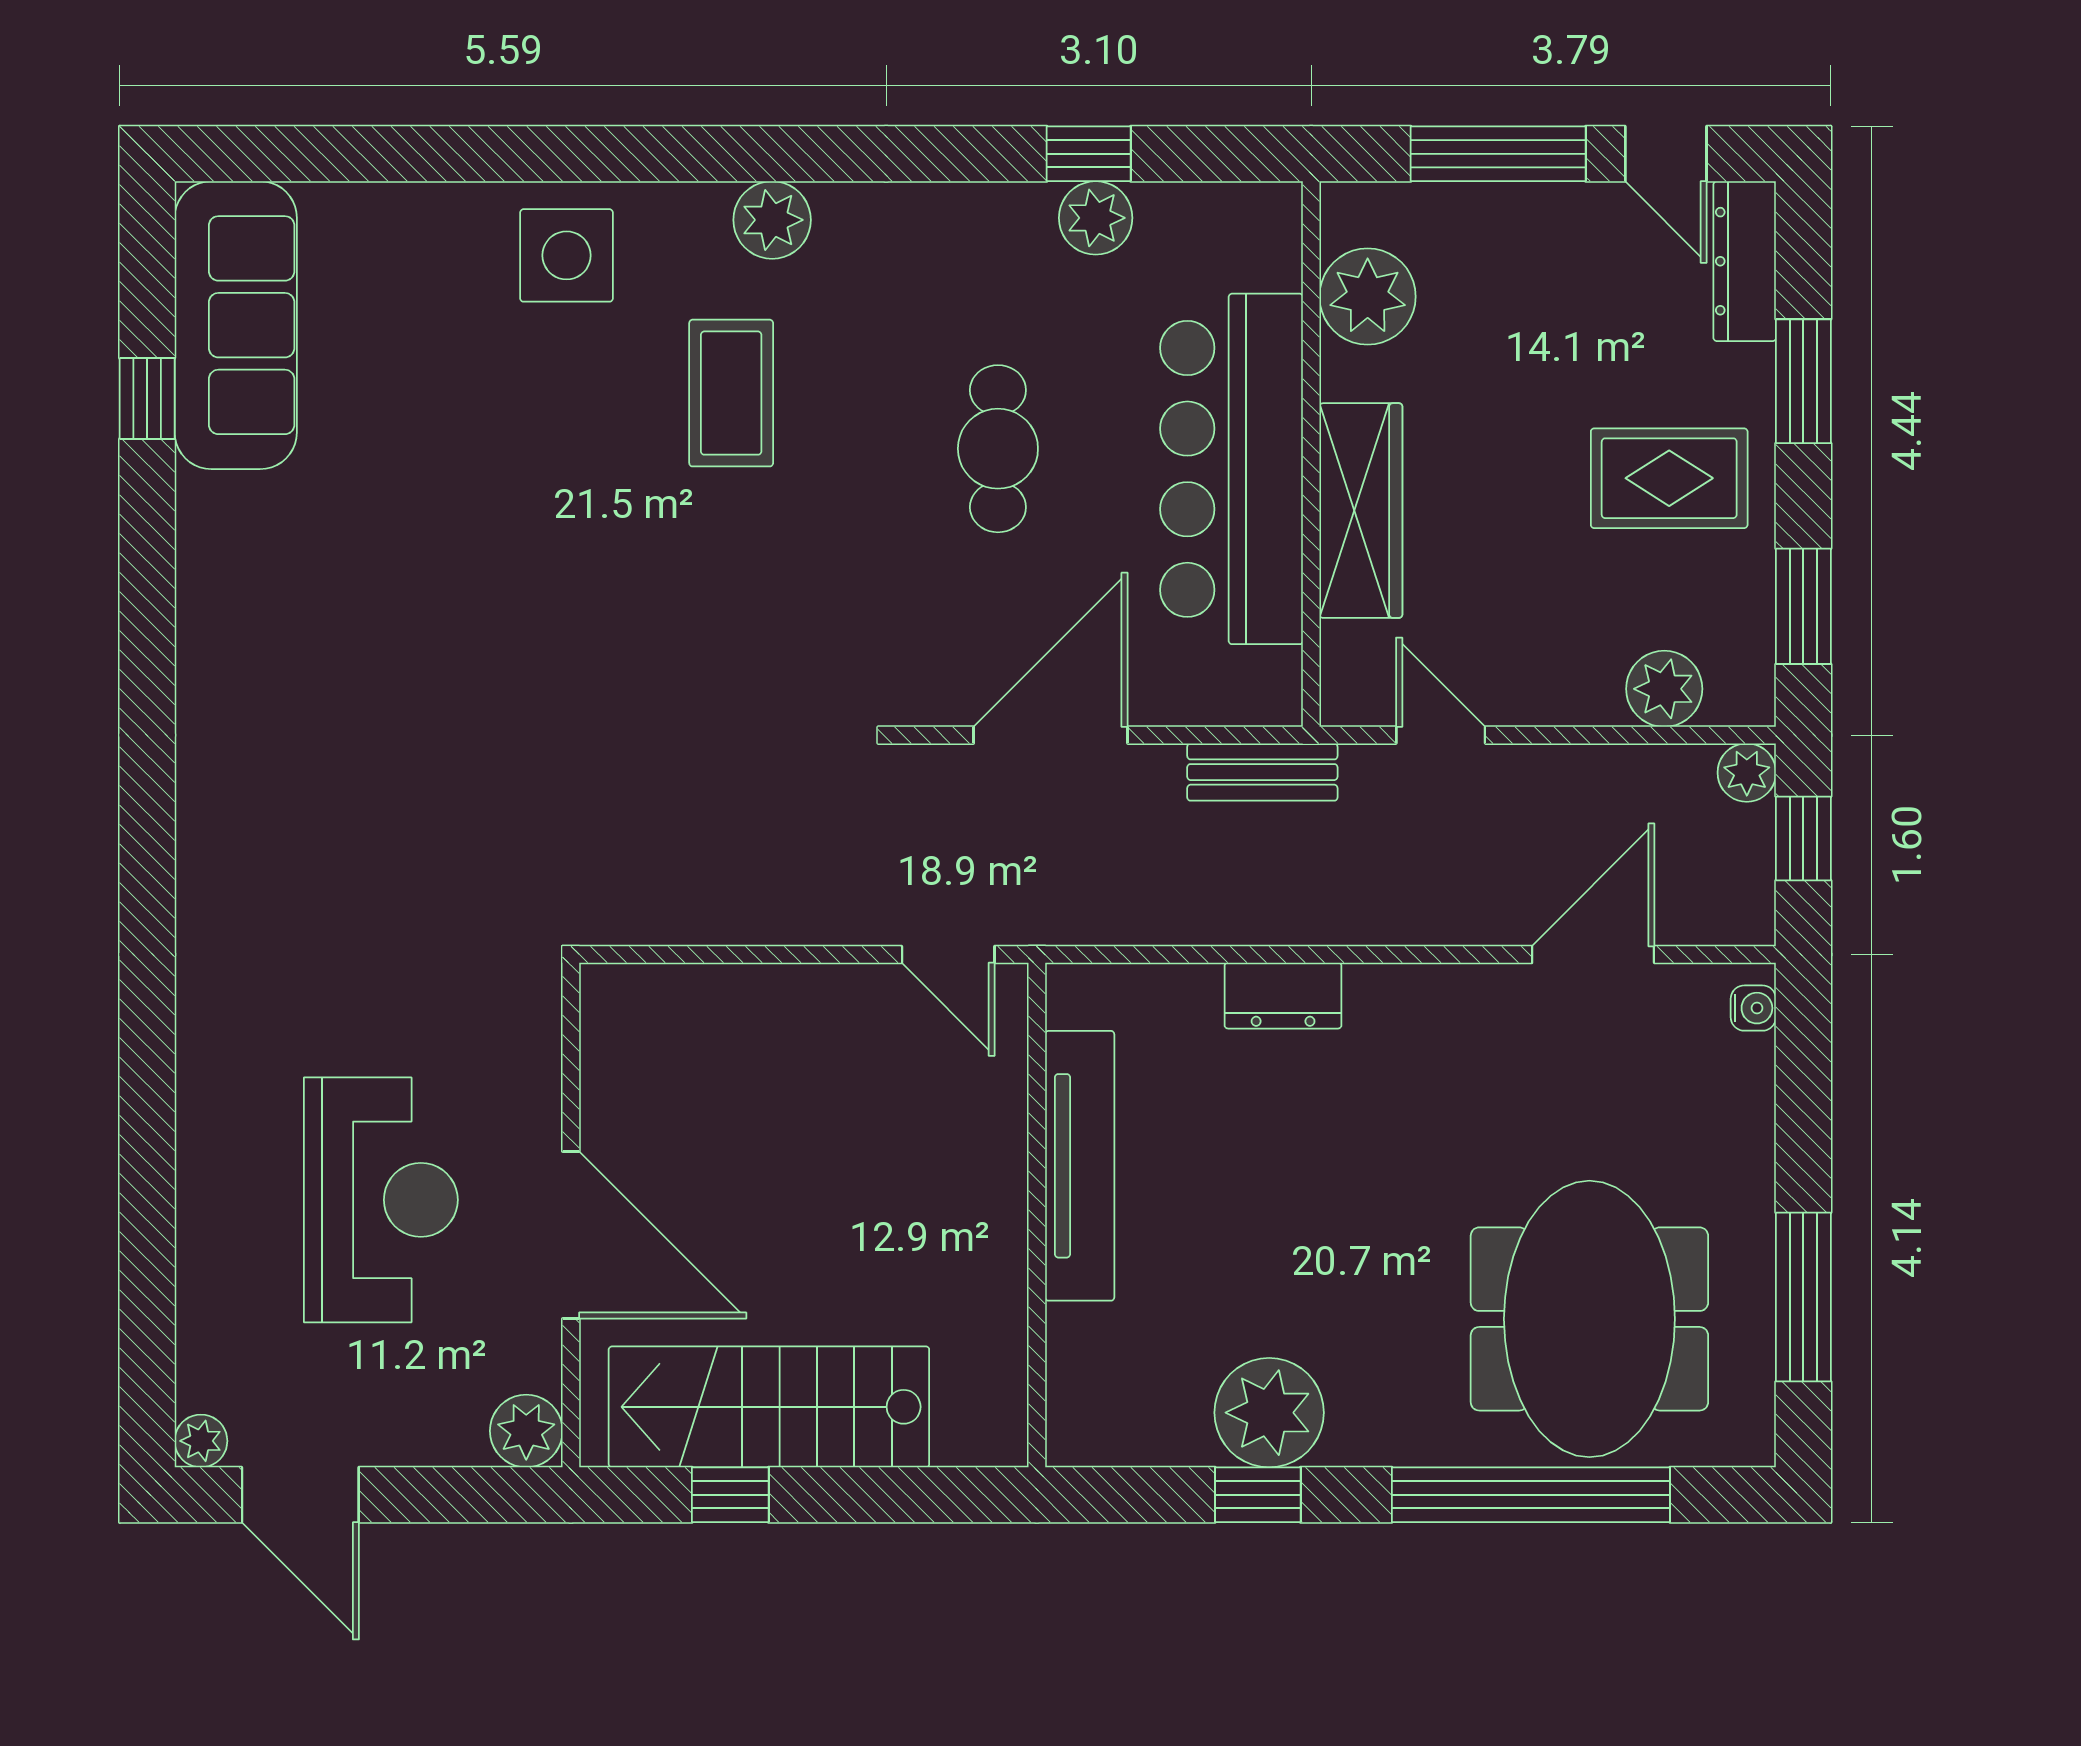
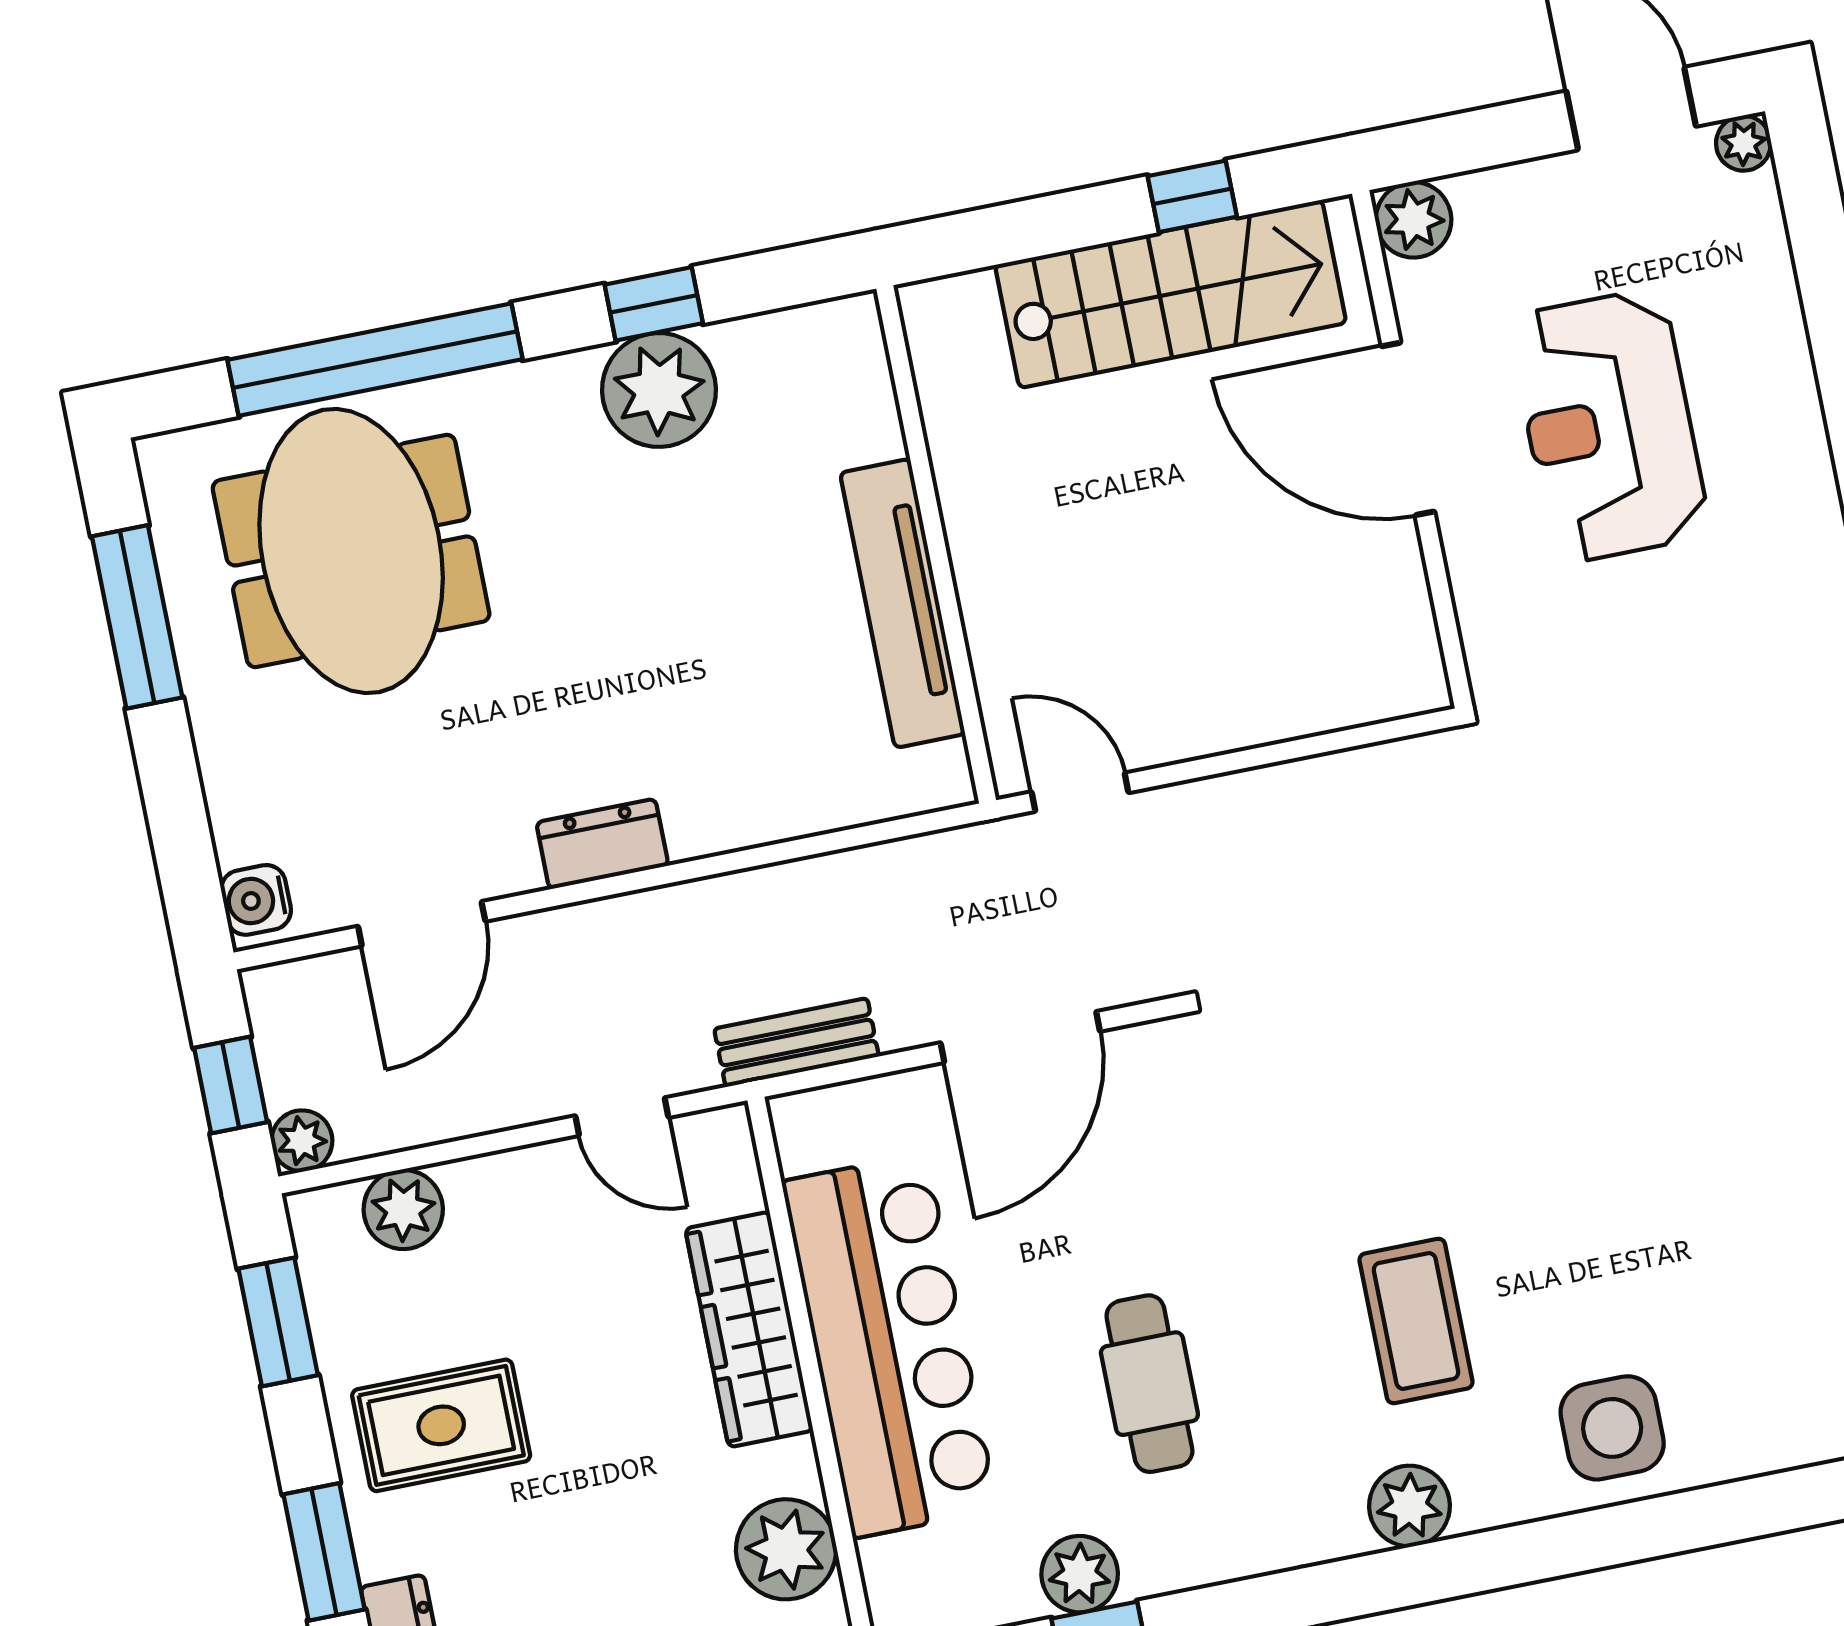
cafe table: (998, 449) -> (1149, 1384), moved
dresser: (1283, 996) -> (602, 844), moved
water cooler: (1753, 1008) -> (256, 900), width x1.38, depth x1.38

